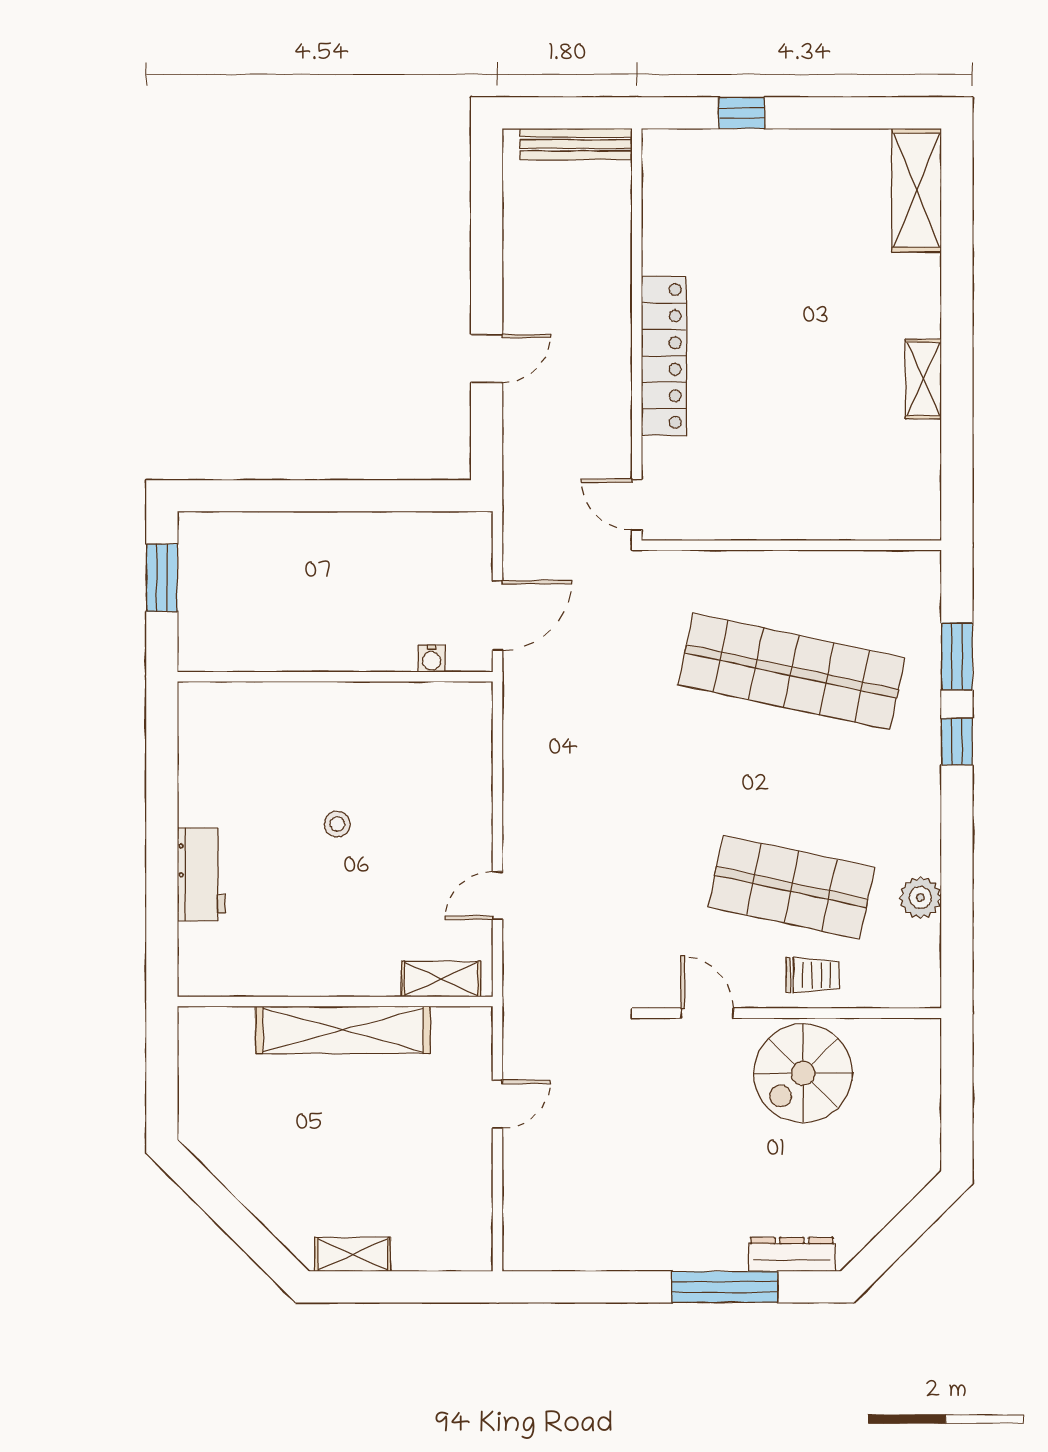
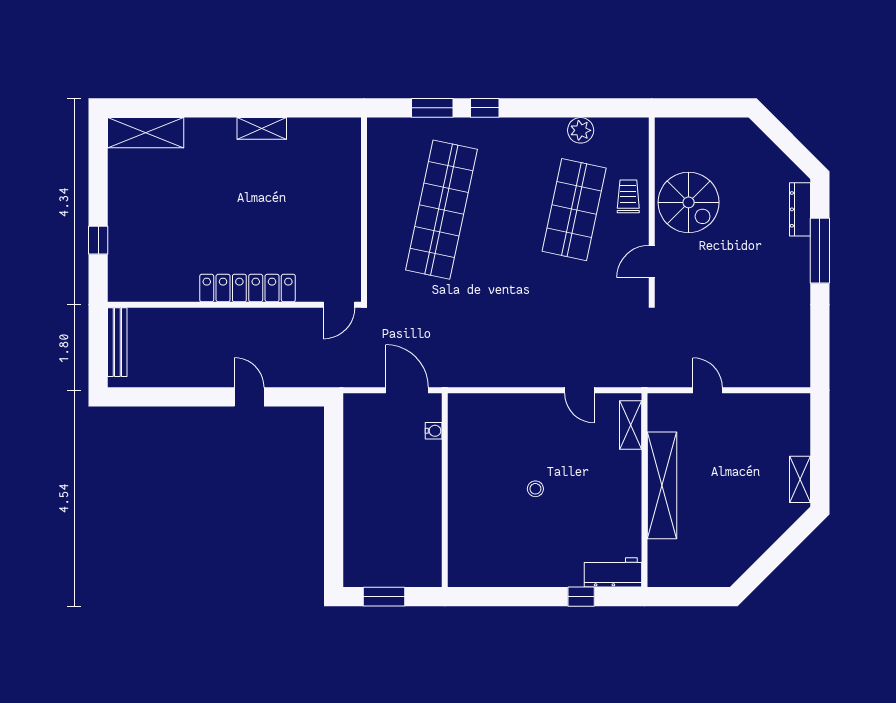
workbench: (201, 874) -> (613, 572), moved
window: (162, 899) -> (581, 597), added

